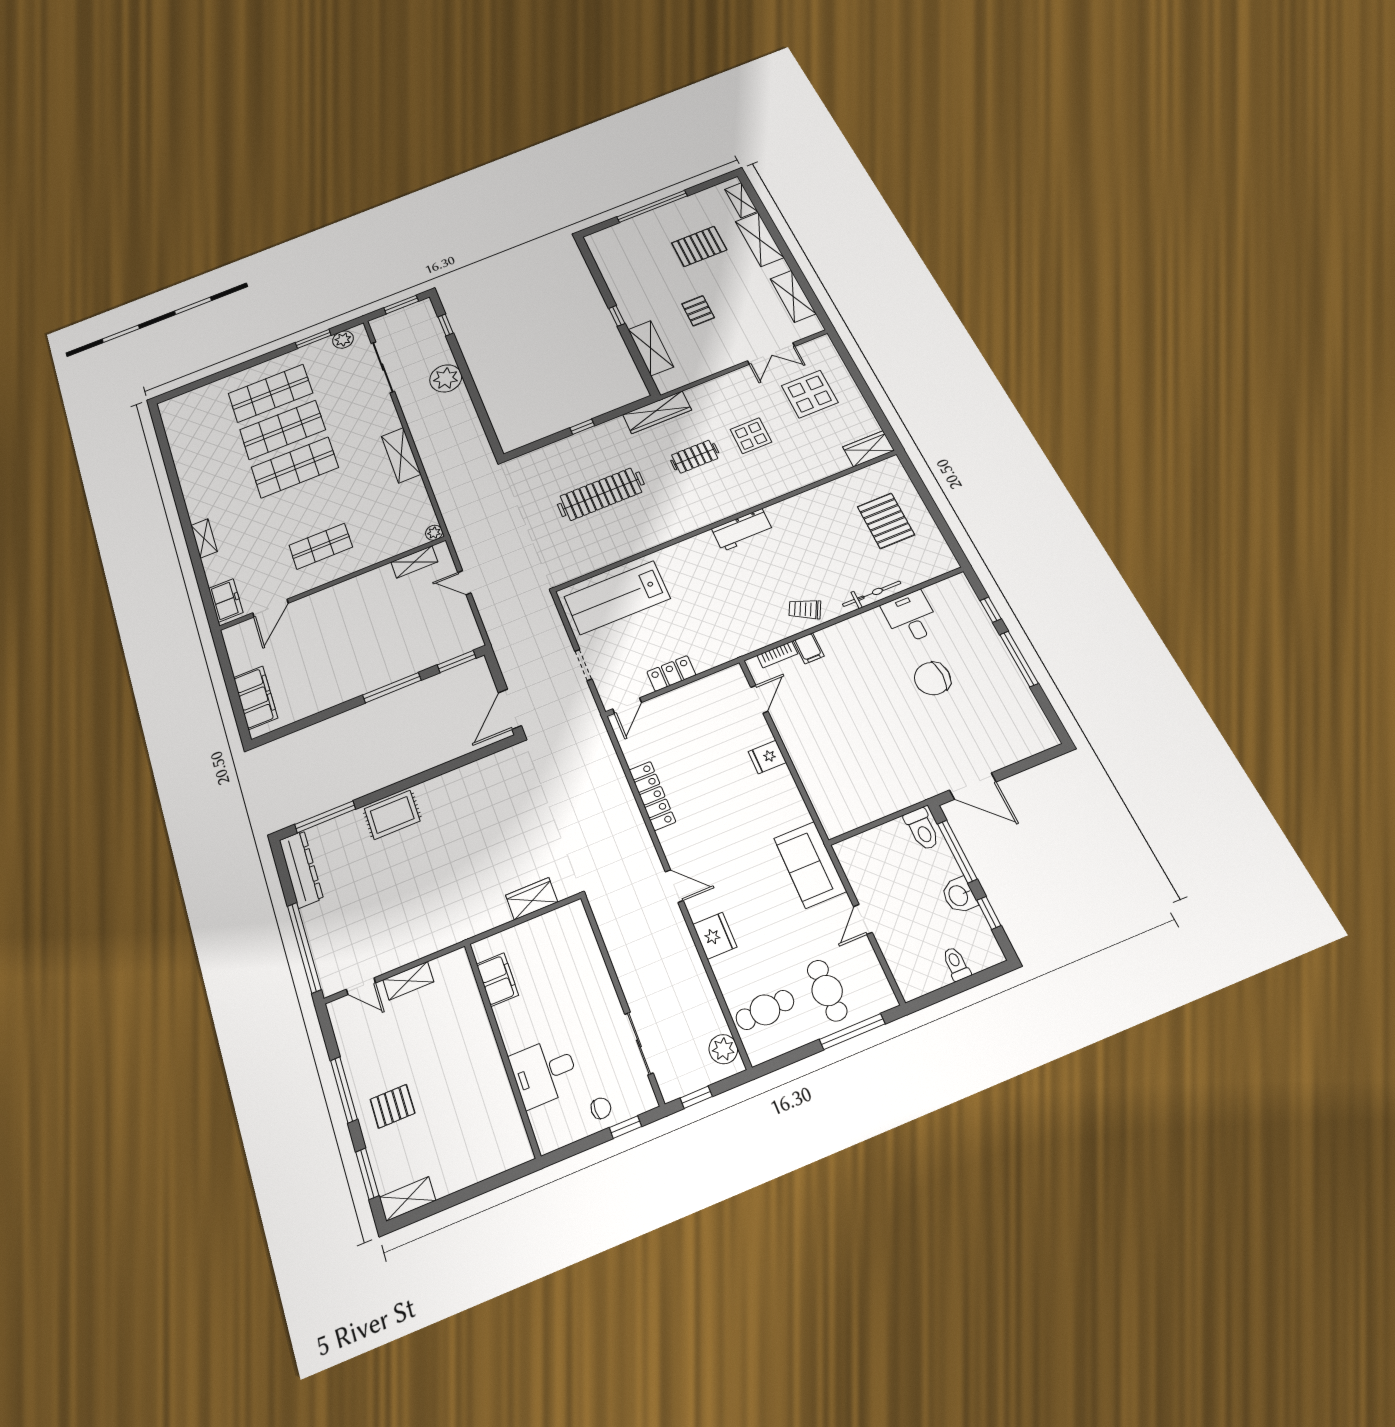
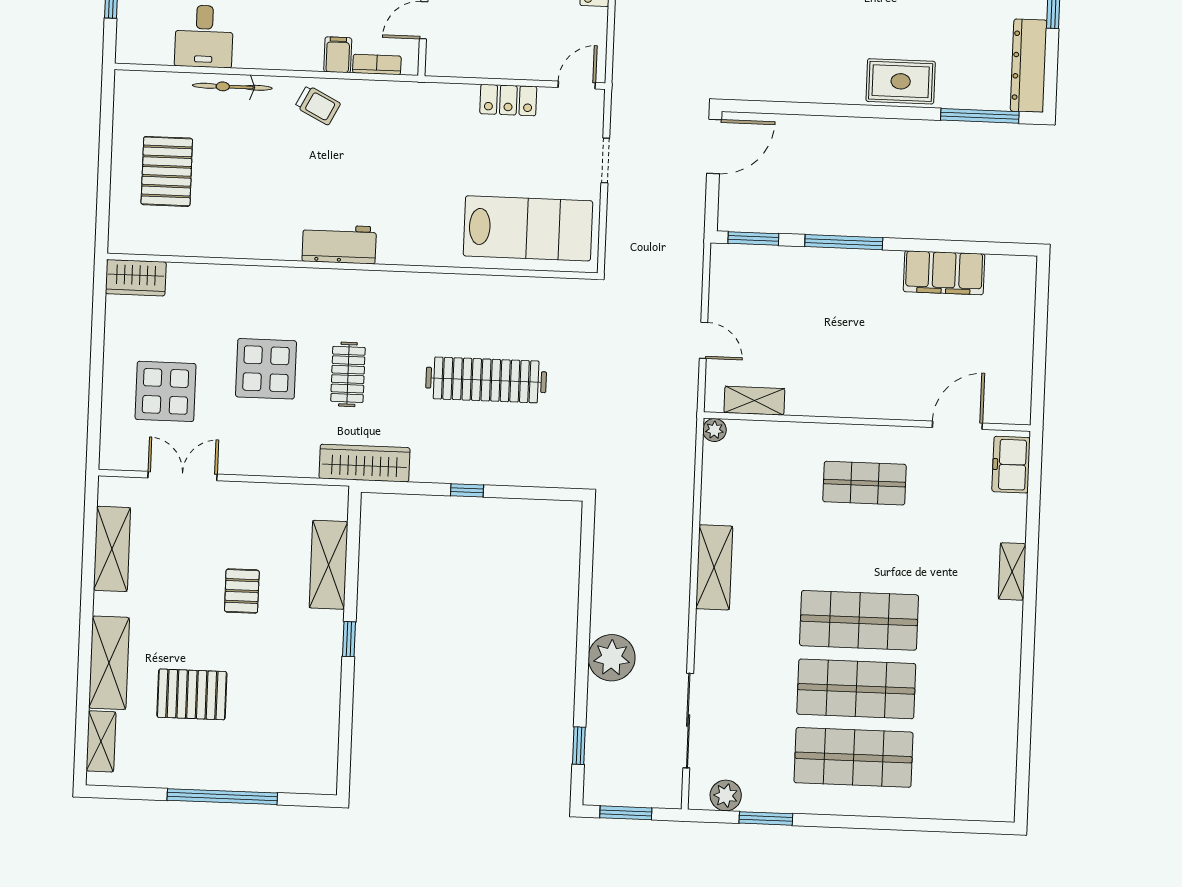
display table: (751, 436) -> (266, 369), width x1.36, depth x1.36
clothes rail: (695, 457) -> (348, 374), turned 90
filing cabinet: (256, 698) -> (944, 273), moved, turned -90

